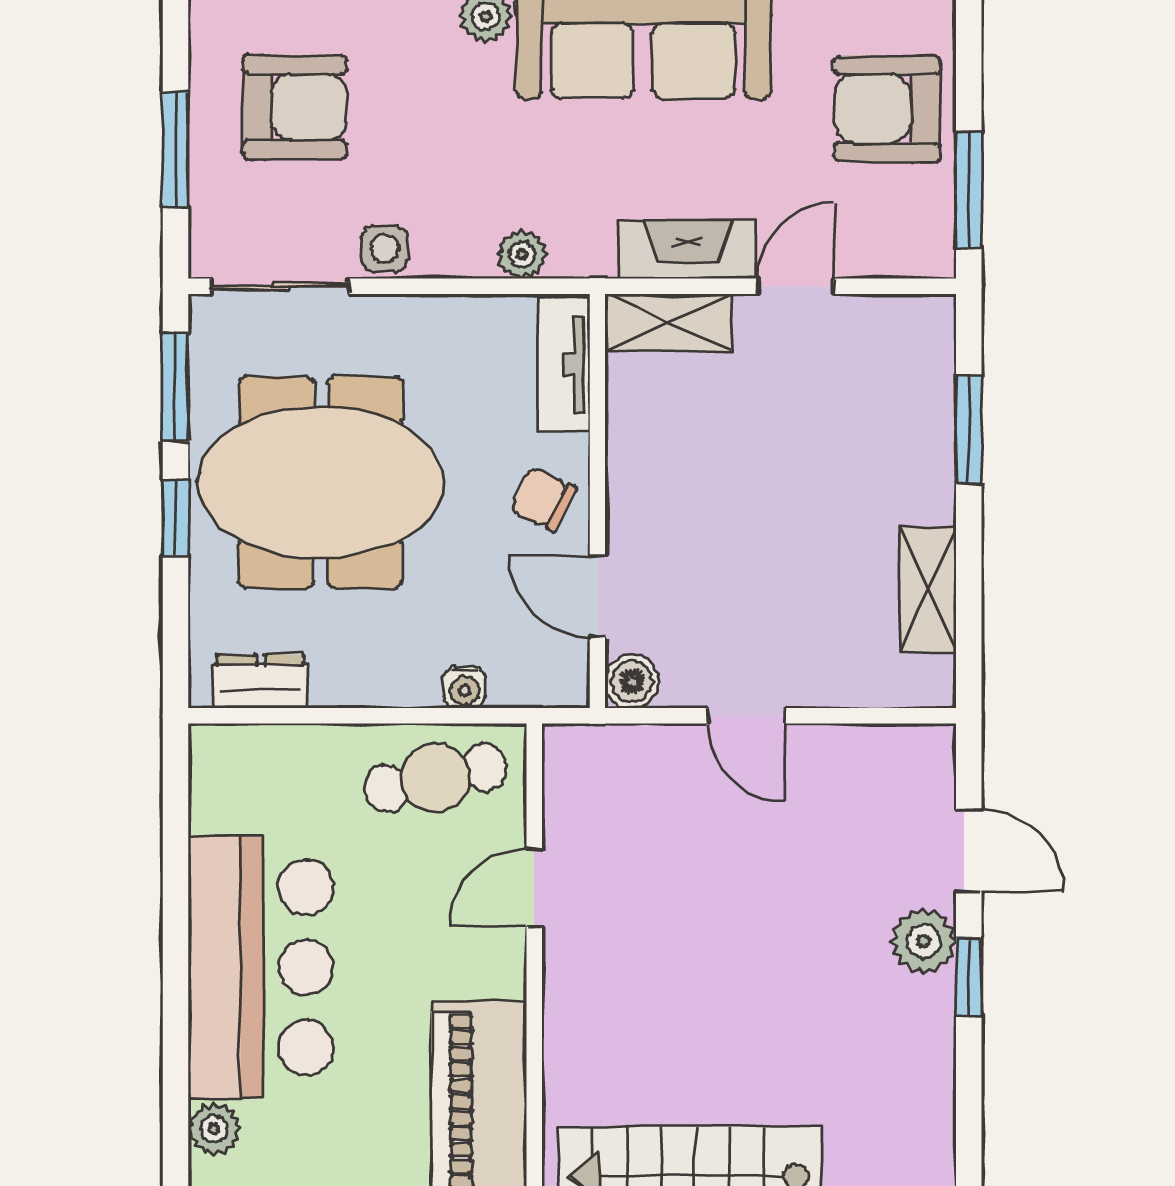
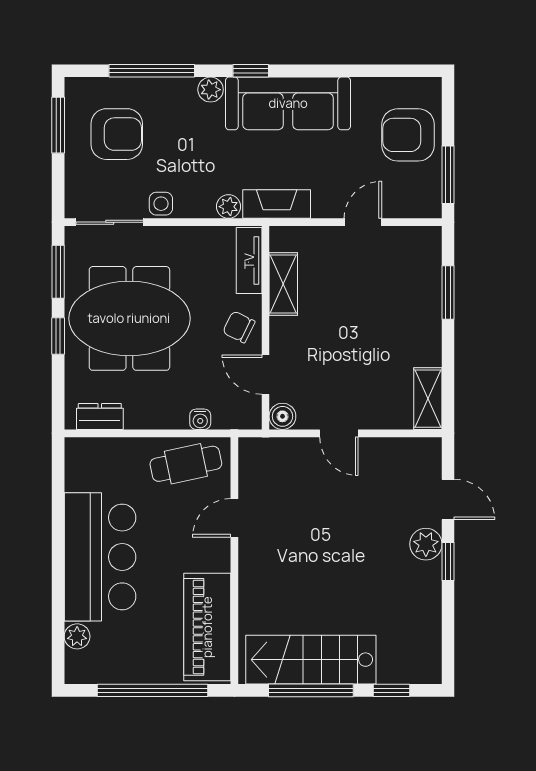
window: (176, 149) -> (58, 125), moved
fireplace: (687, 249) -> (277, 204), moved
shelving: (669, 323) -> (283, 284), moved, turned 90
shelving: (928, 589) -> (428, 399), moved

